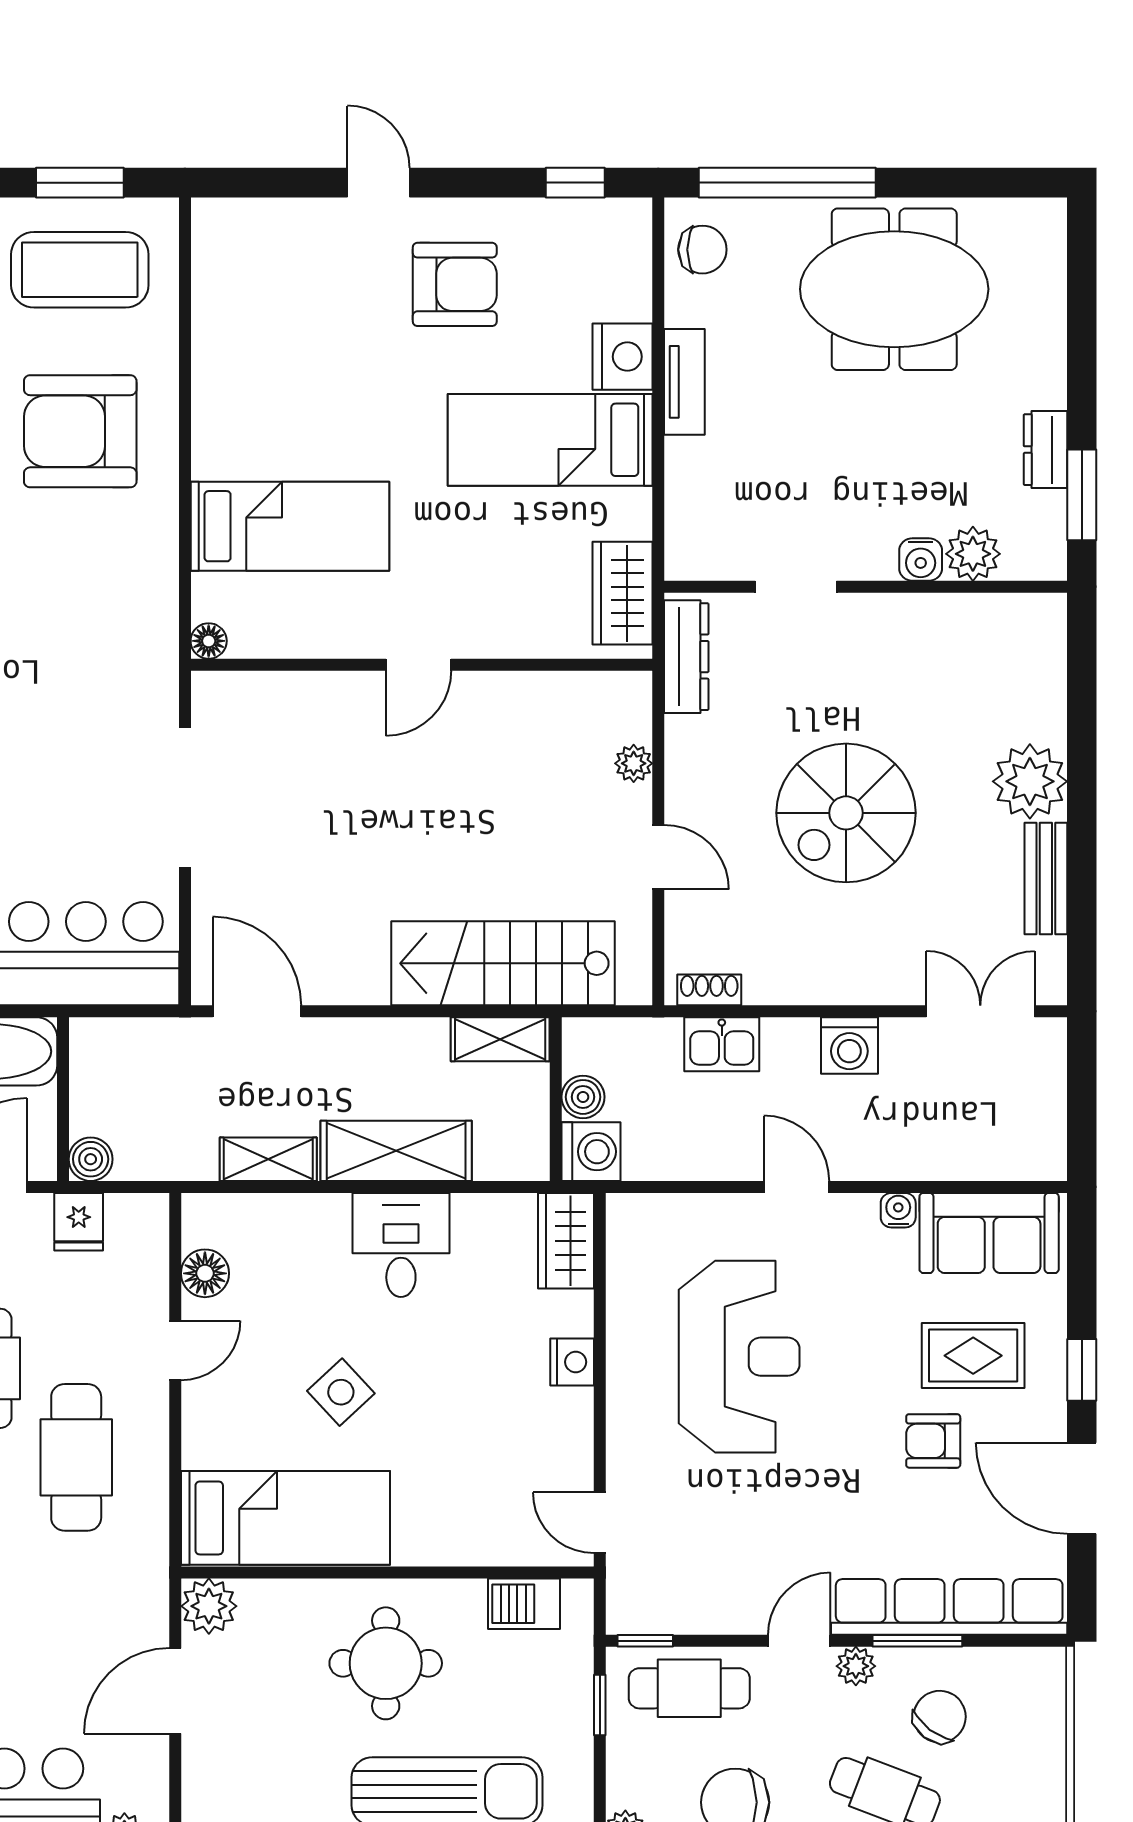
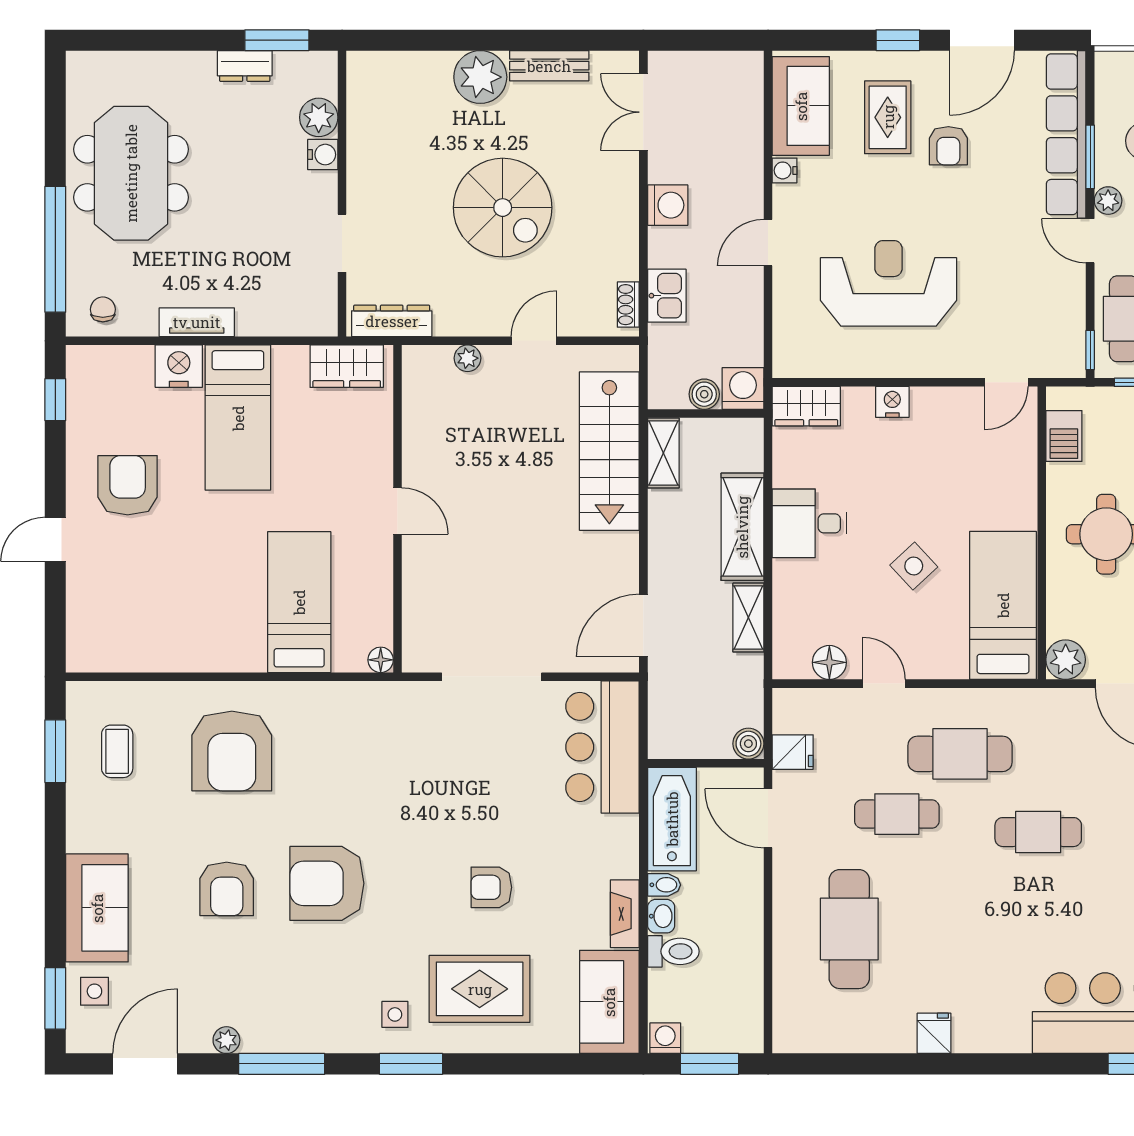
chair: (702, 250) -> (103, 309), width x0.73, depth x0.73
coffee table: (80, 270) -> (117, 751), width x0.54, depth x0.58

